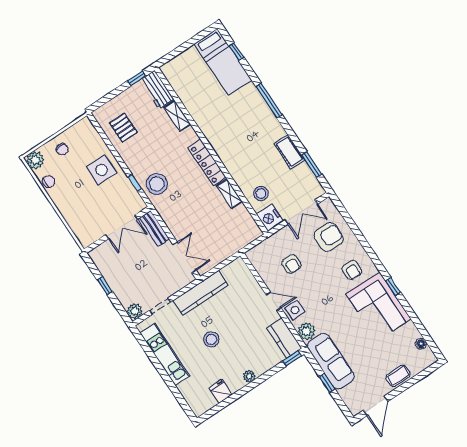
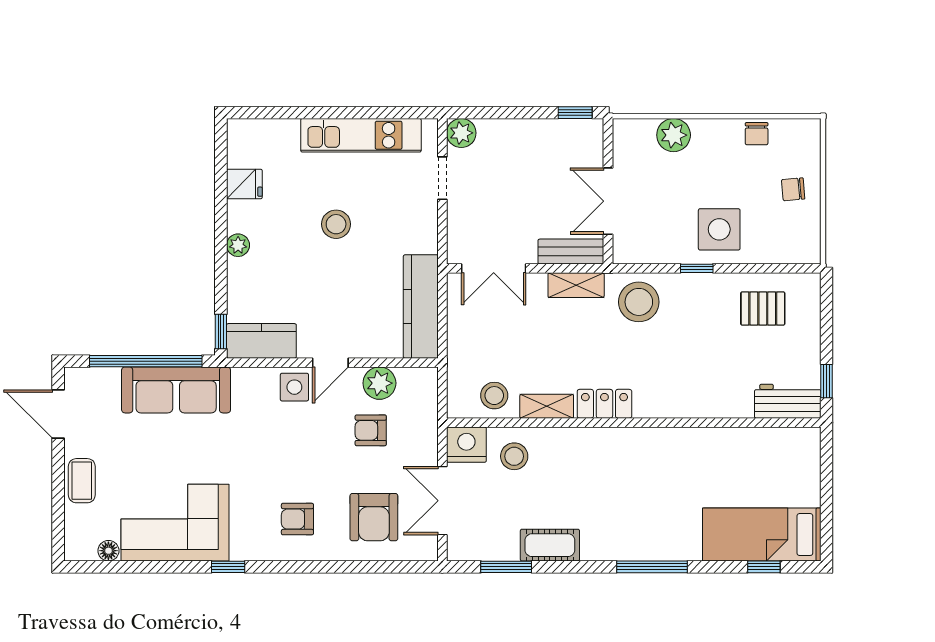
shelving: (177, 116) -> (576, 285), moved
plant: (35, 160) -> (674, 135), moved
locker: (207, 163) -> (604, 404), width x0.66
window: (135, 183) -> (697, 268), moved
stool: (240, 220) -> (494, 396), added
window: (105, 286) -> (575, 113), moved
kitchen counter: (201, 293) -> (421, 306), moved
corner sofa: (378, 307) -> (175, 523), moved
plant: (306, 331) -> (379, 383), moved
window: (327, 383) -> (146, 361), width x3.17

